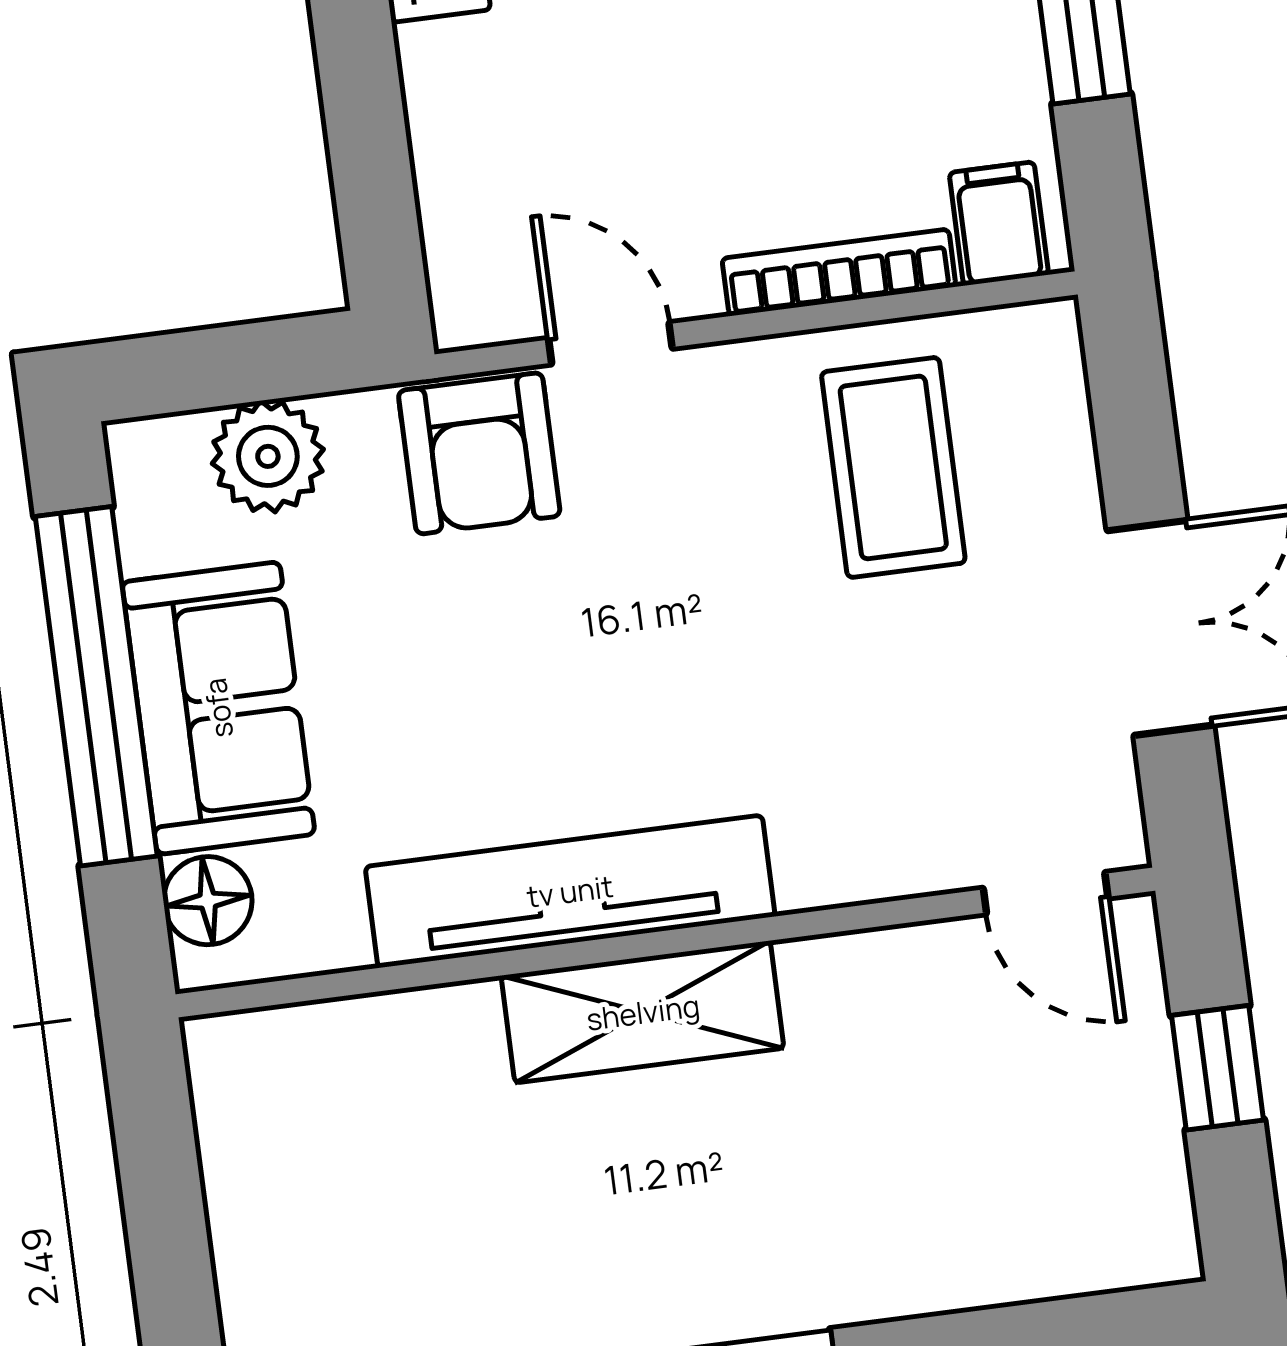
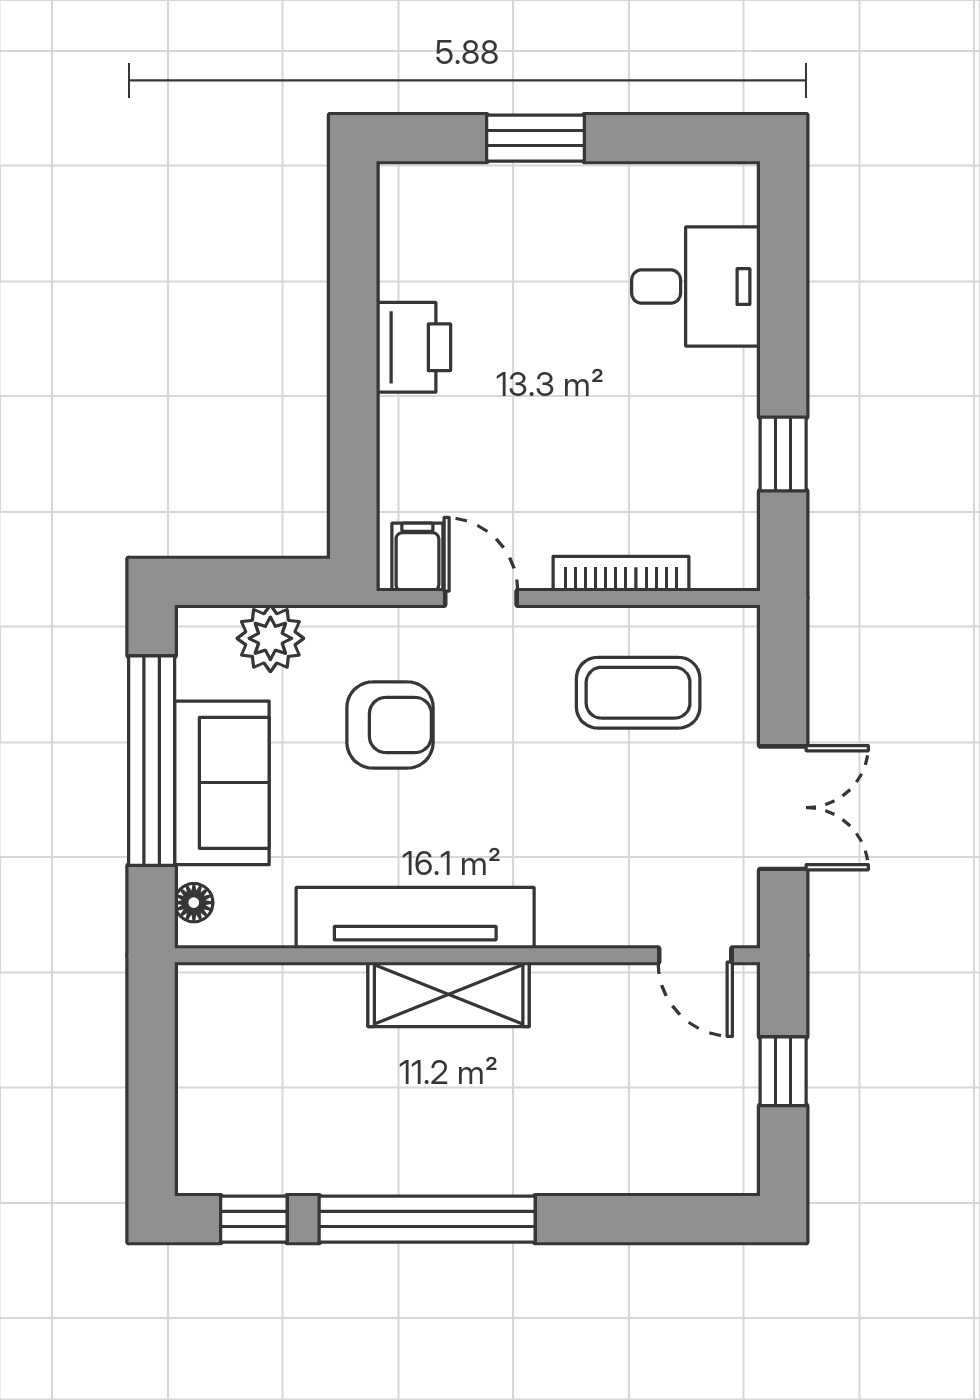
filing cabinet: (999, 224) -> (417, 557), moved
armchair: (479, 453) -> (390, 725), moved, turned -90
coffee table: (893, 467) -> (638, 693), turned 90
floor lamp: (208, 901) -> (194, 903), width x0.73, depth x0.73

